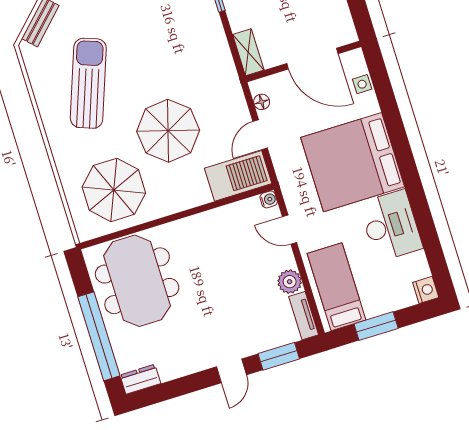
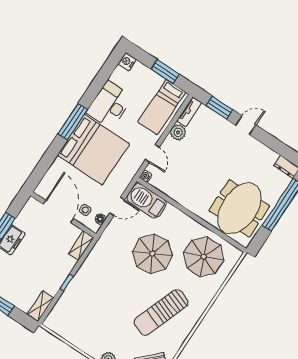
side table: (362, 84) -> (85, 210), moved
window: (407, 165) -> (73, 122), added

